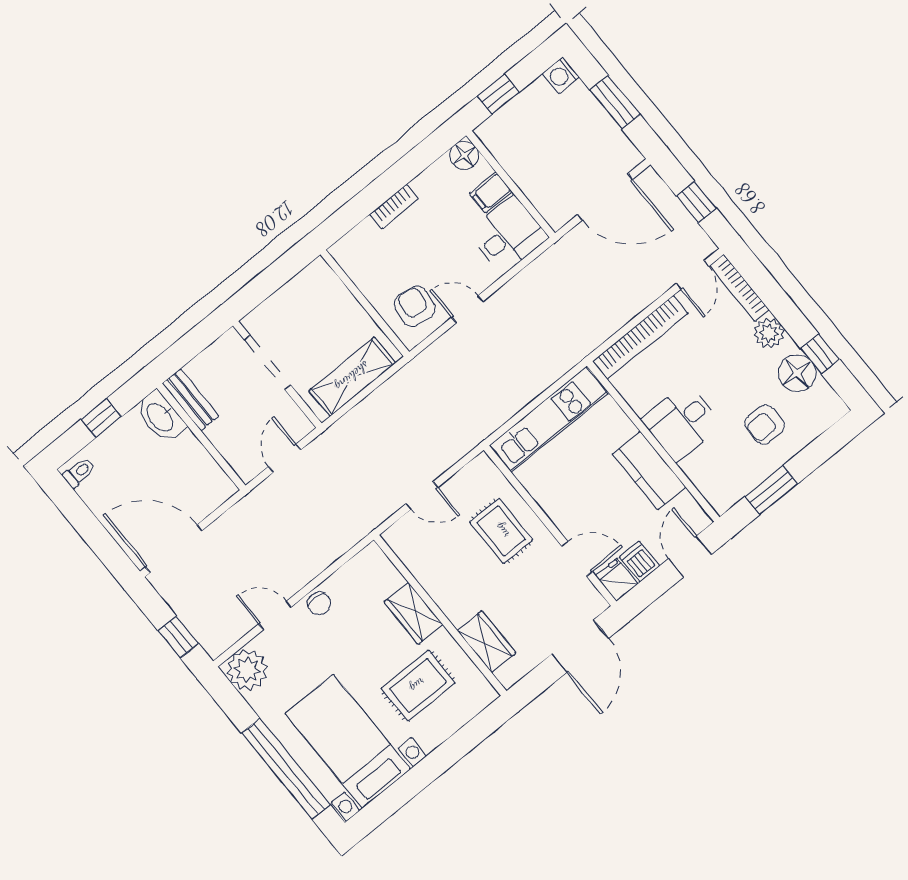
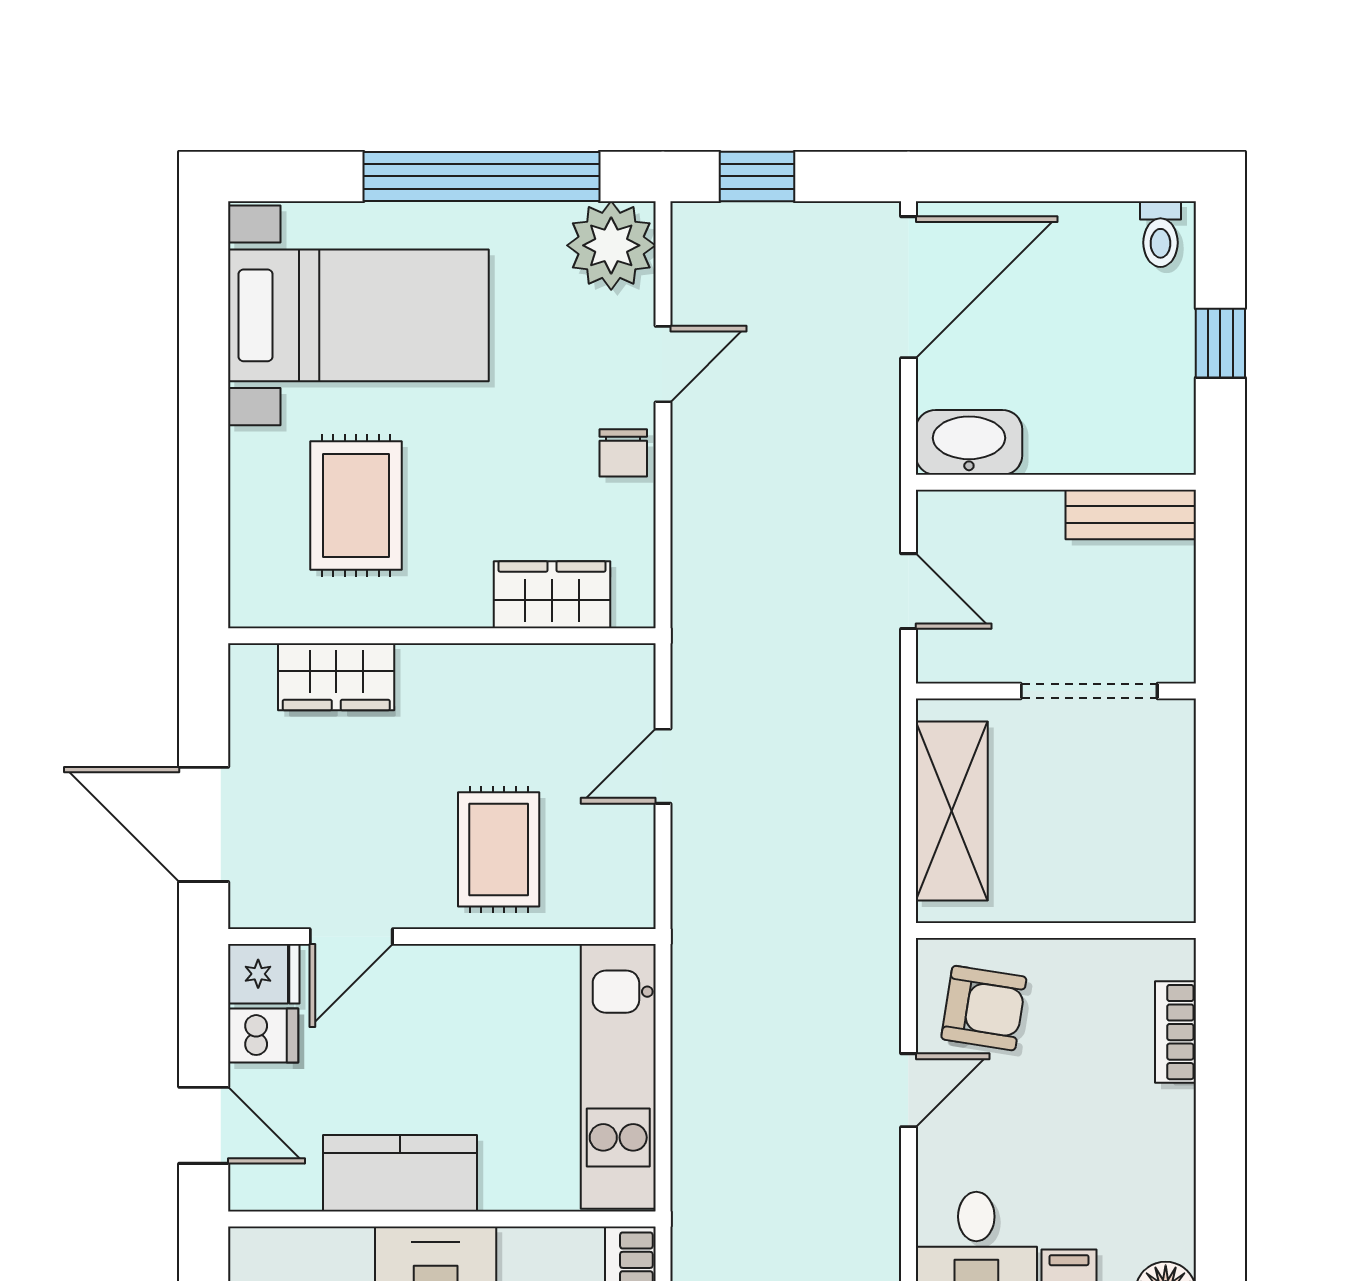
bookcase: (394, 207) -> (1175, 1032), moved
washbasin: (161, 417) -> (969, 442), moved
rug: (501, 531) -> (499, 849), turned 90
chair: (319, 604) -> (623, 453), turned -90
wardrobe: (413, 613) -> (552, 595), moved
window: (286, 769) -> (482, 176), moved

